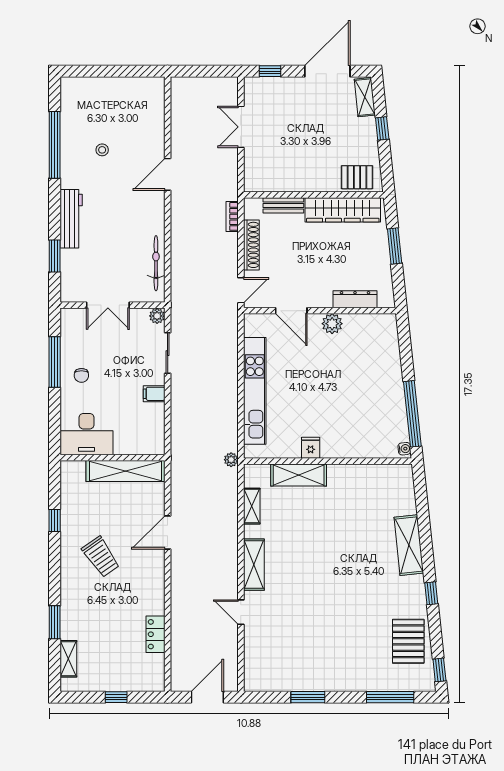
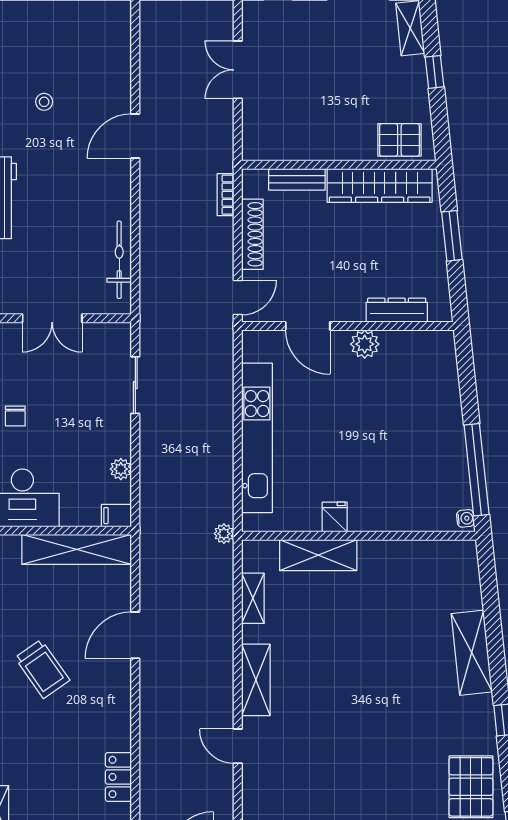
plant: (157, 316) -> (121, 469), moved
filing cabinet: (154, 394) -> (116, 516), moved

